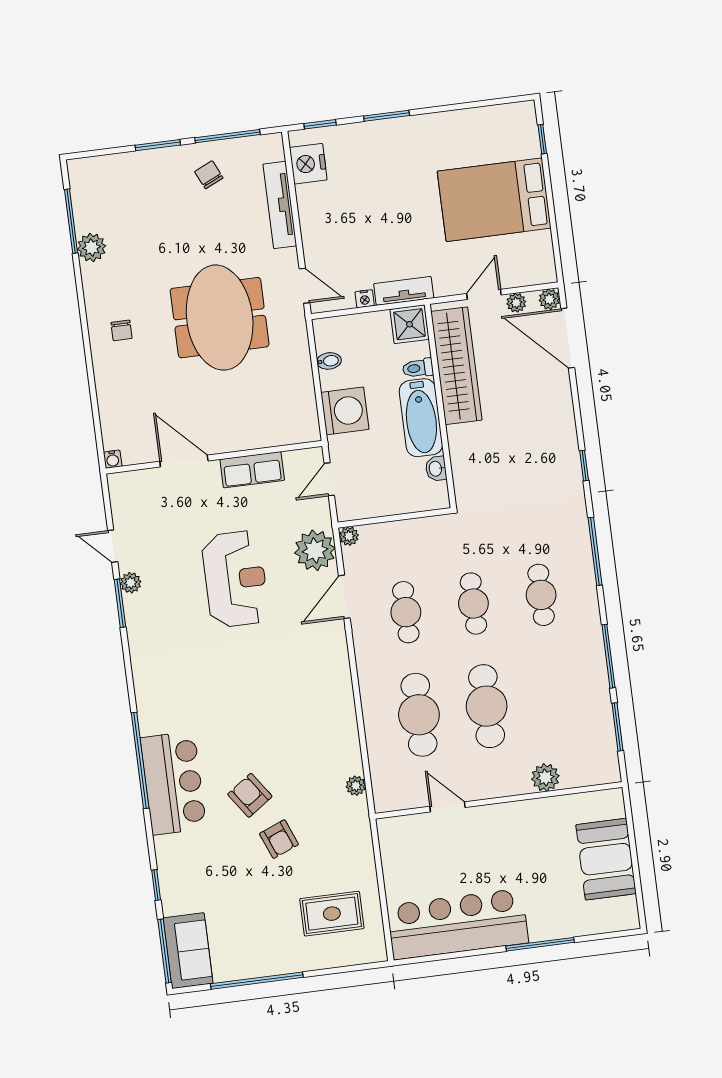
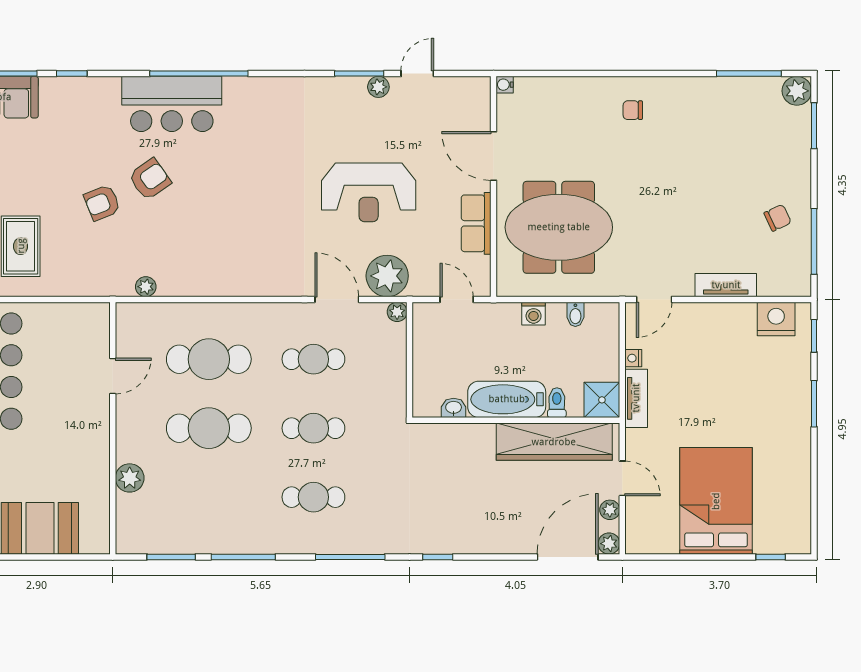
window: (158, 145) -> (814, 126), moved
tv unit: (280, 205) -> (726, 285), width x0.71
plant: (92, 247) -> (797, 91), moved
meeting table: (220, 318) -> (559, 227), moved
washing machine: (345, 411) -> (534, 314), width x0.53, depth x0.53
door: (184, 461) -> (494, 156), swing flipped

